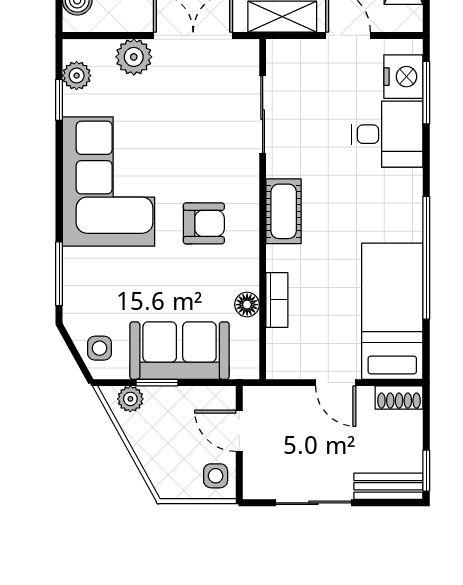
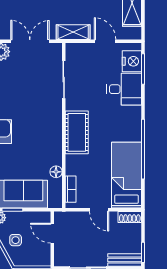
cot: (284, 211) -> (77, 132), width x1.37, depth x1.34
armchair: (204, 223) -> (35, 132), removed
bookcase: (277, 300) -> (71, 189), moved
side table: (216, 476) -> (16, 240), moved

